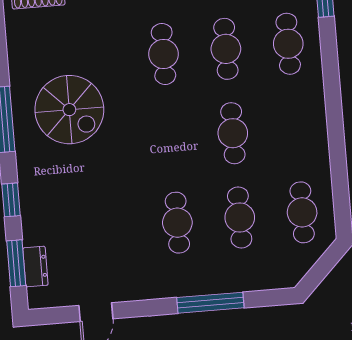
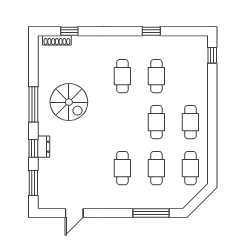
cafe table: (288, 44) -> (190, 122), moved
dresser: (35, 267) -> (44, 147), moved
window: (210, 303) -> (151, 213), moved

